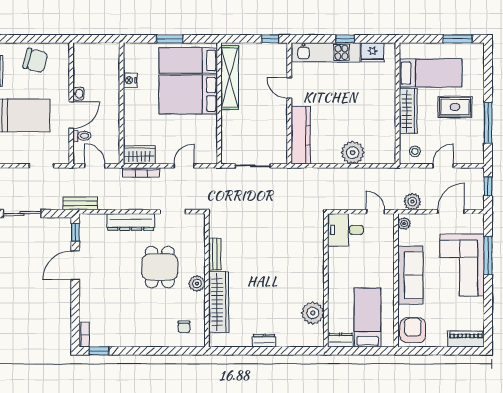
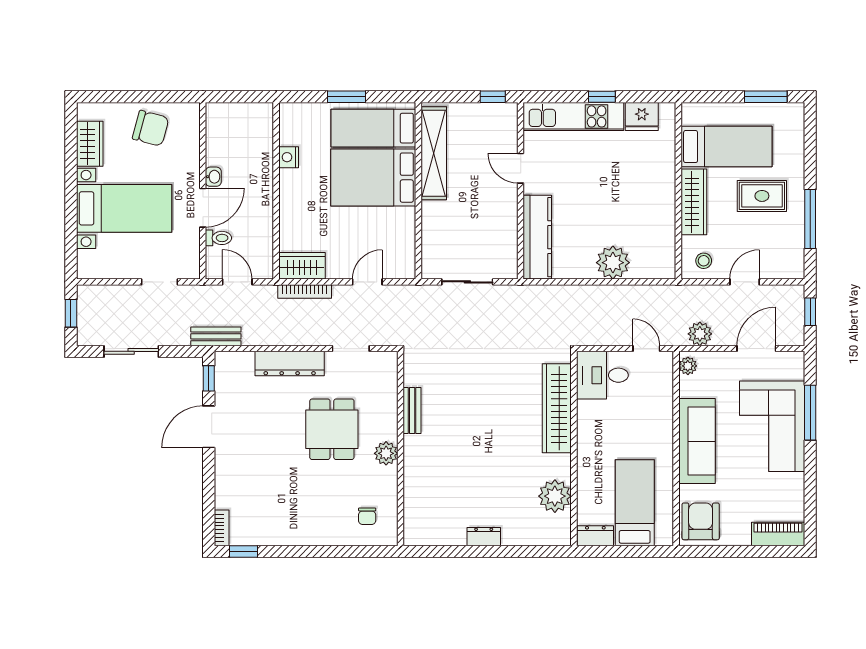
wardrobe: (219, 302) -> (557, 408), moved, turned 180

